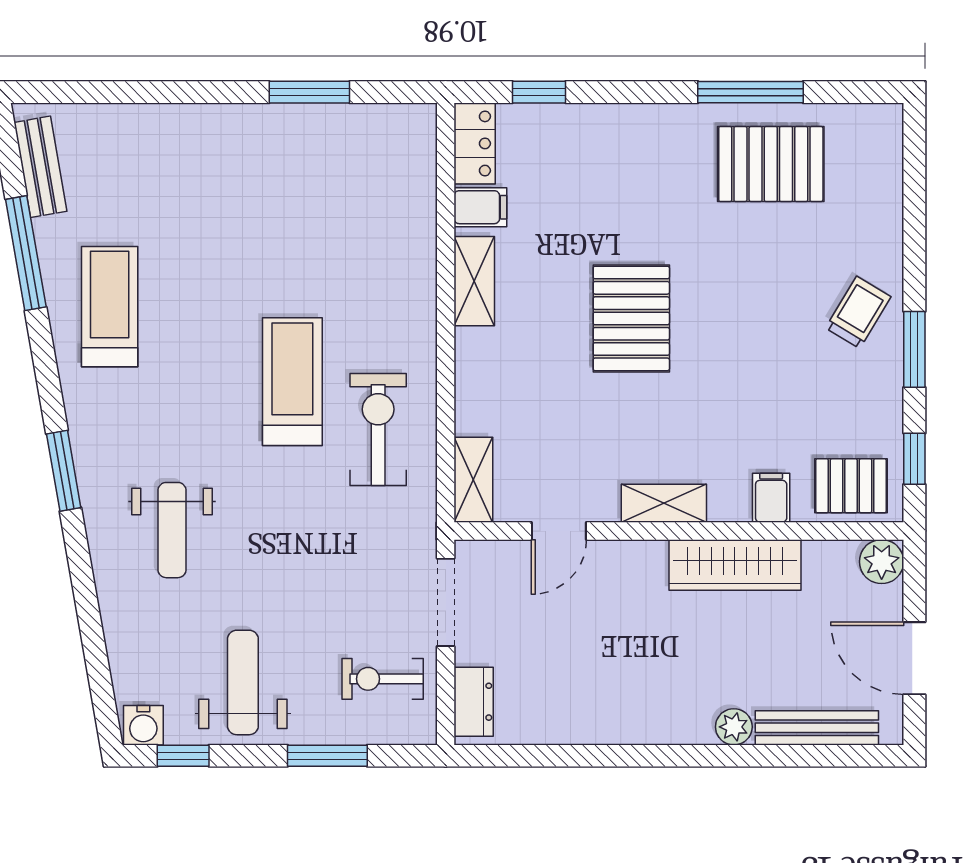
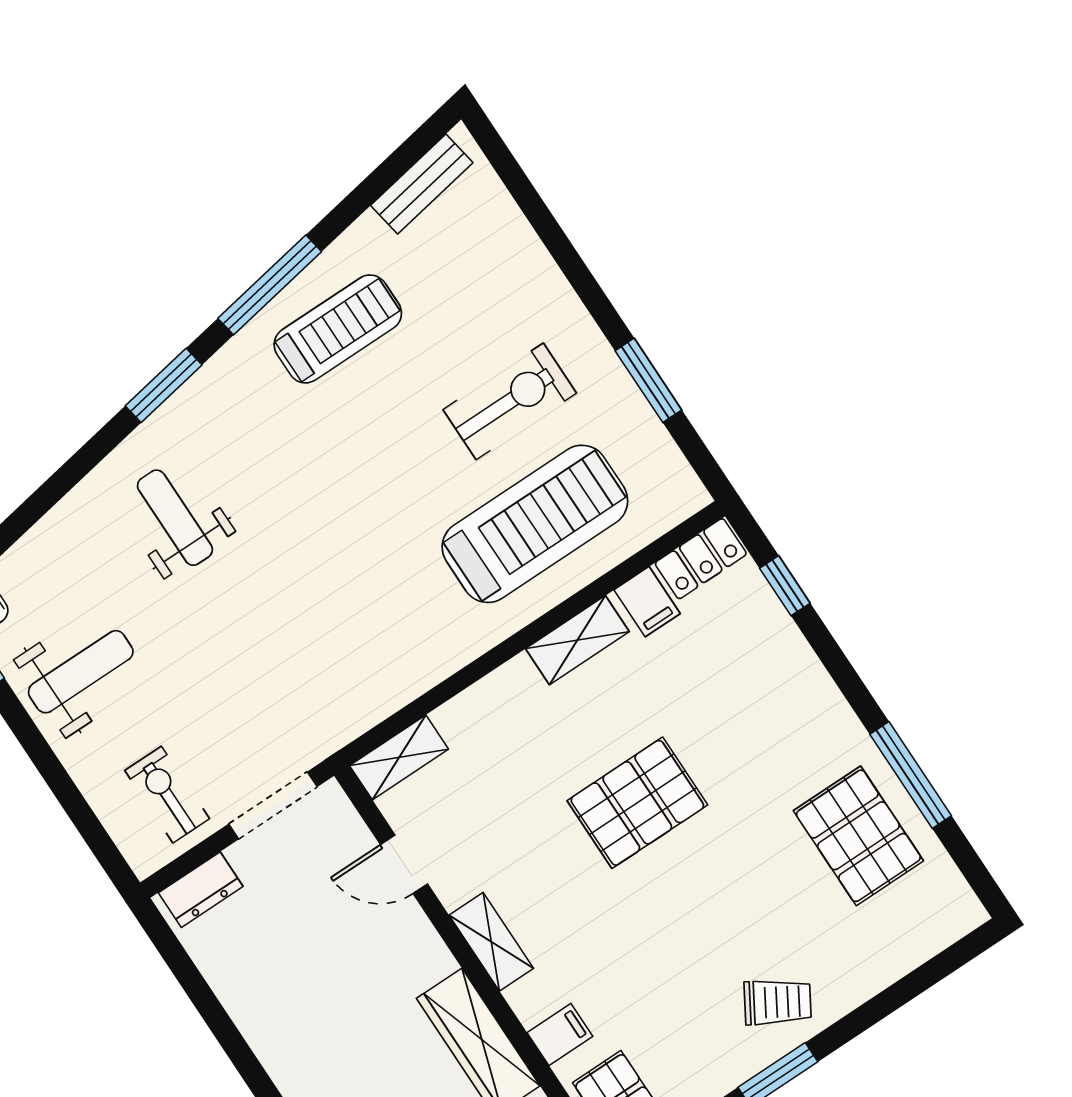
window: (26, 253) -> (270, 285), moved
treadmill: (292, 382) -> (535, 524), moved, width x1.37, depth x1.38
exercise bike: (378, 429) -> (510, 401), moved
weight bench: (172, 530) -> (175, 518), turned 90
window: (327, 756) -> (65, 791), removed

